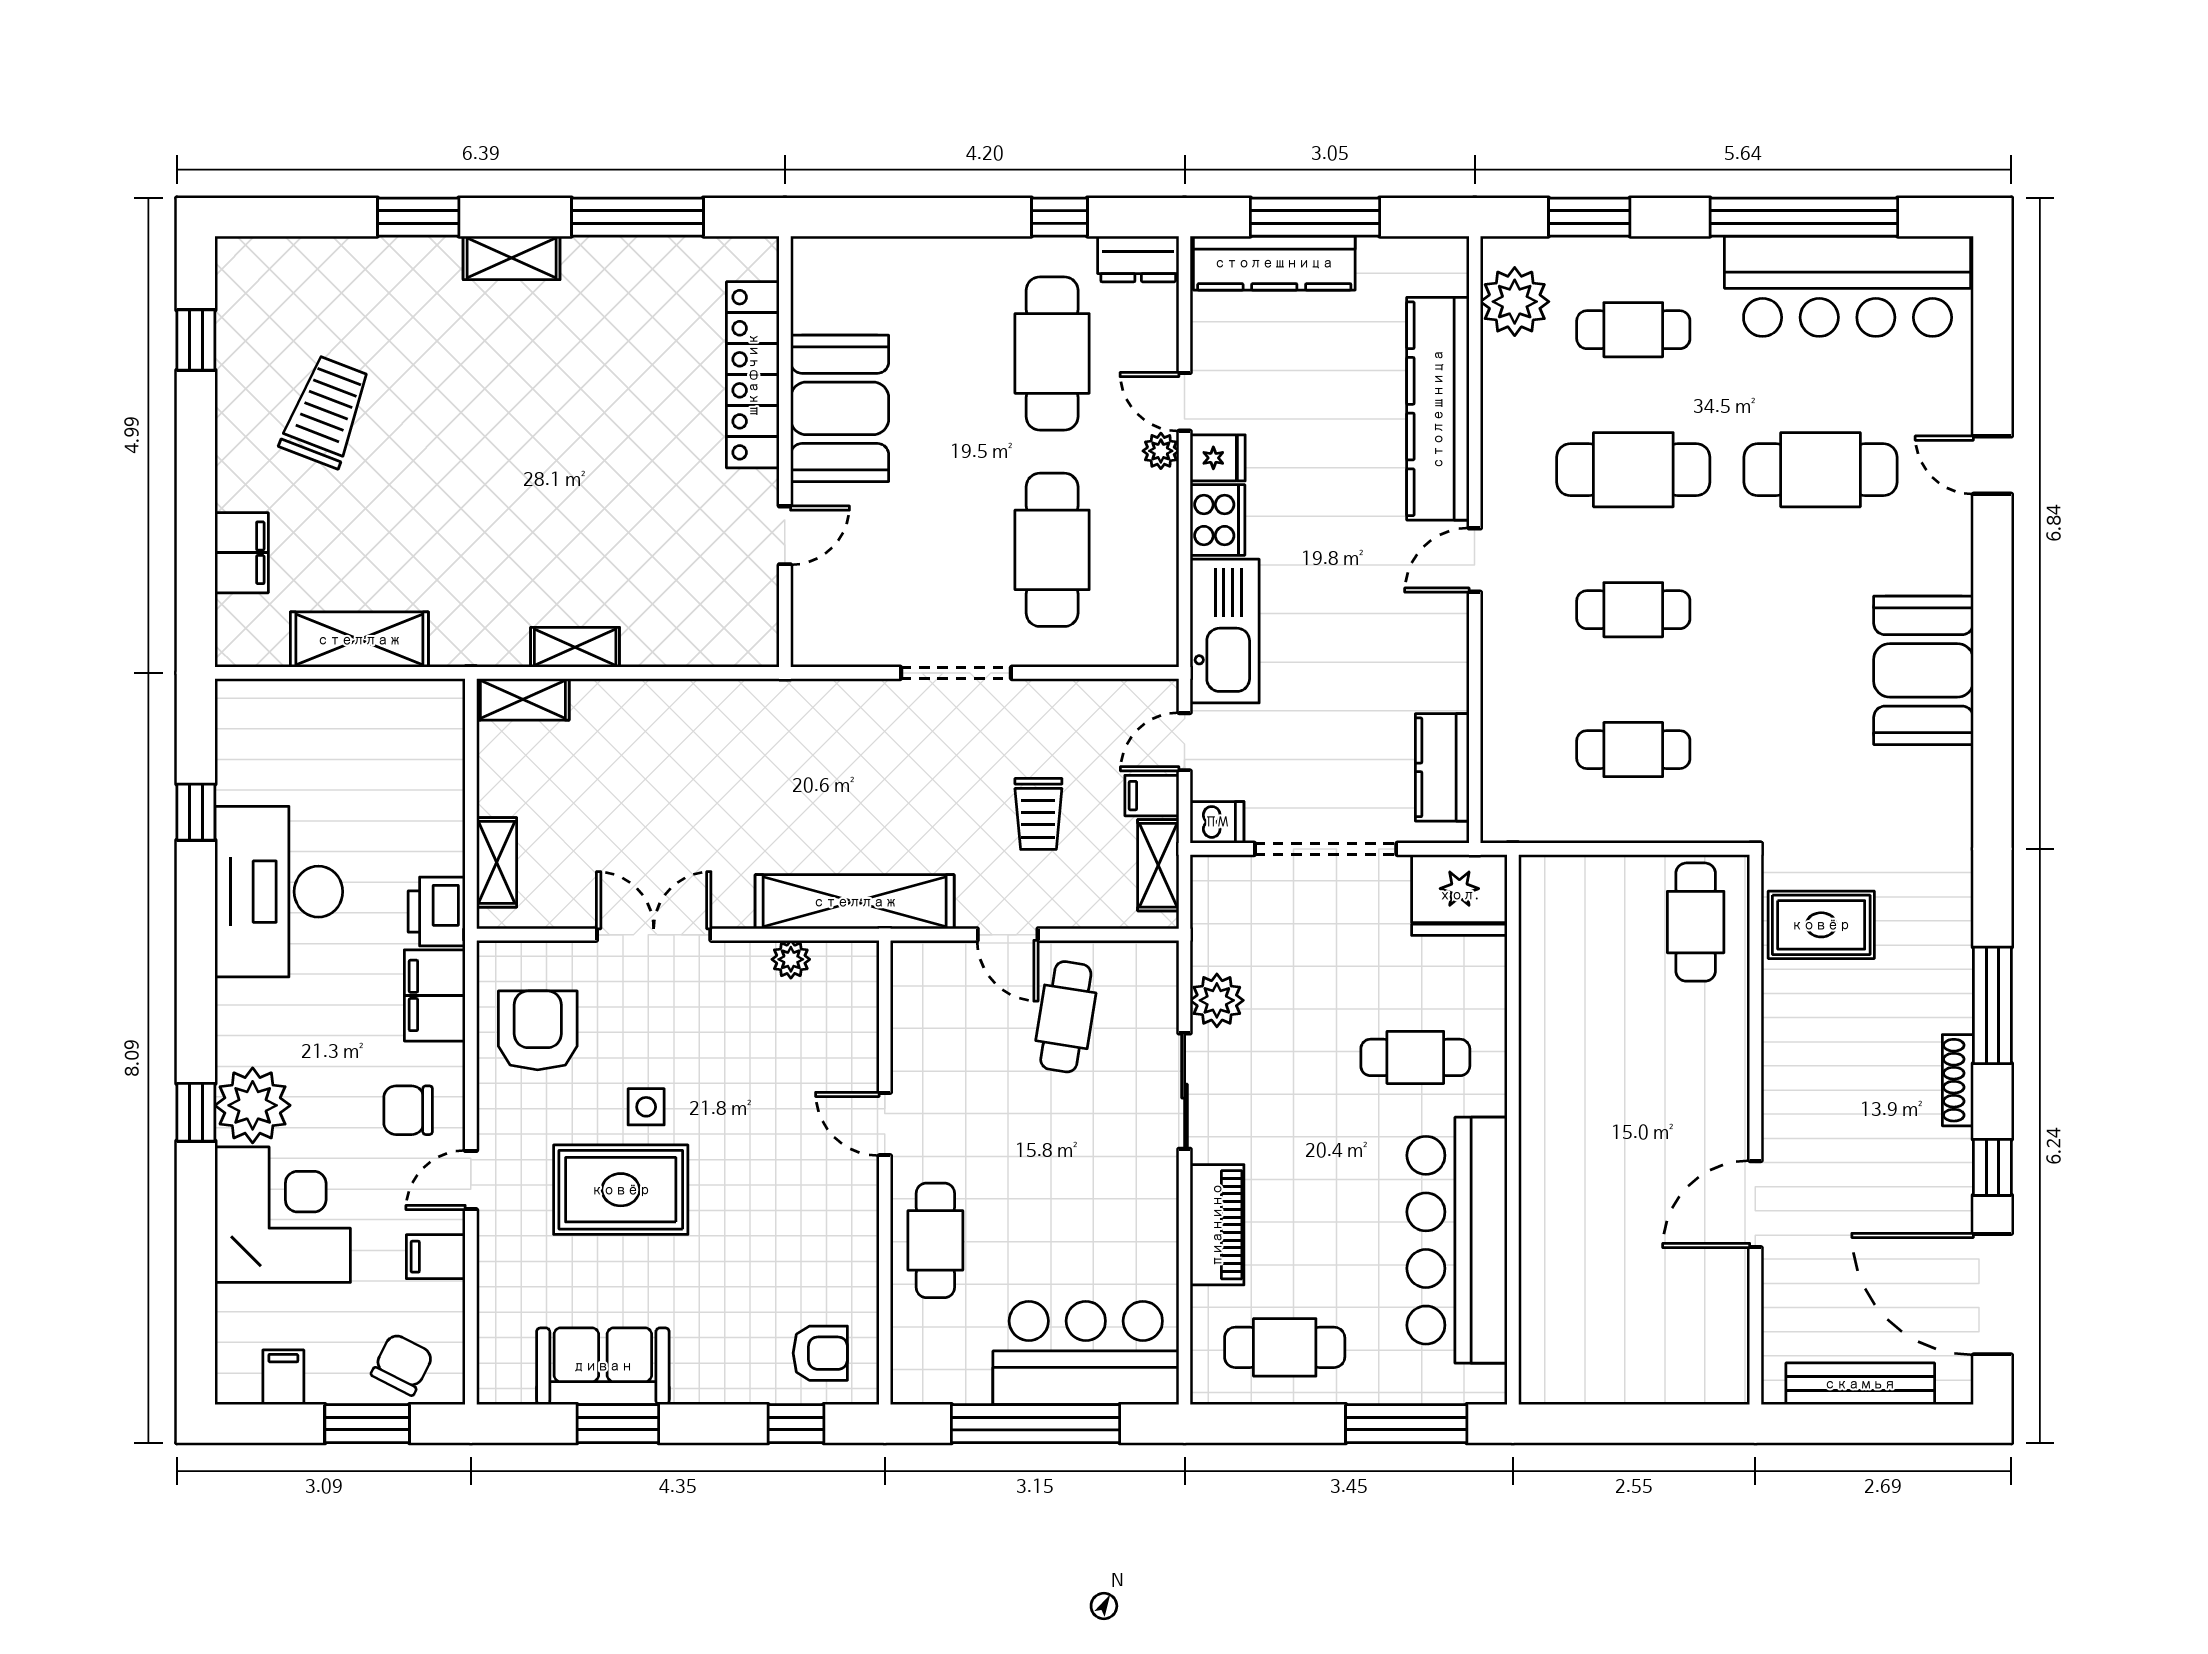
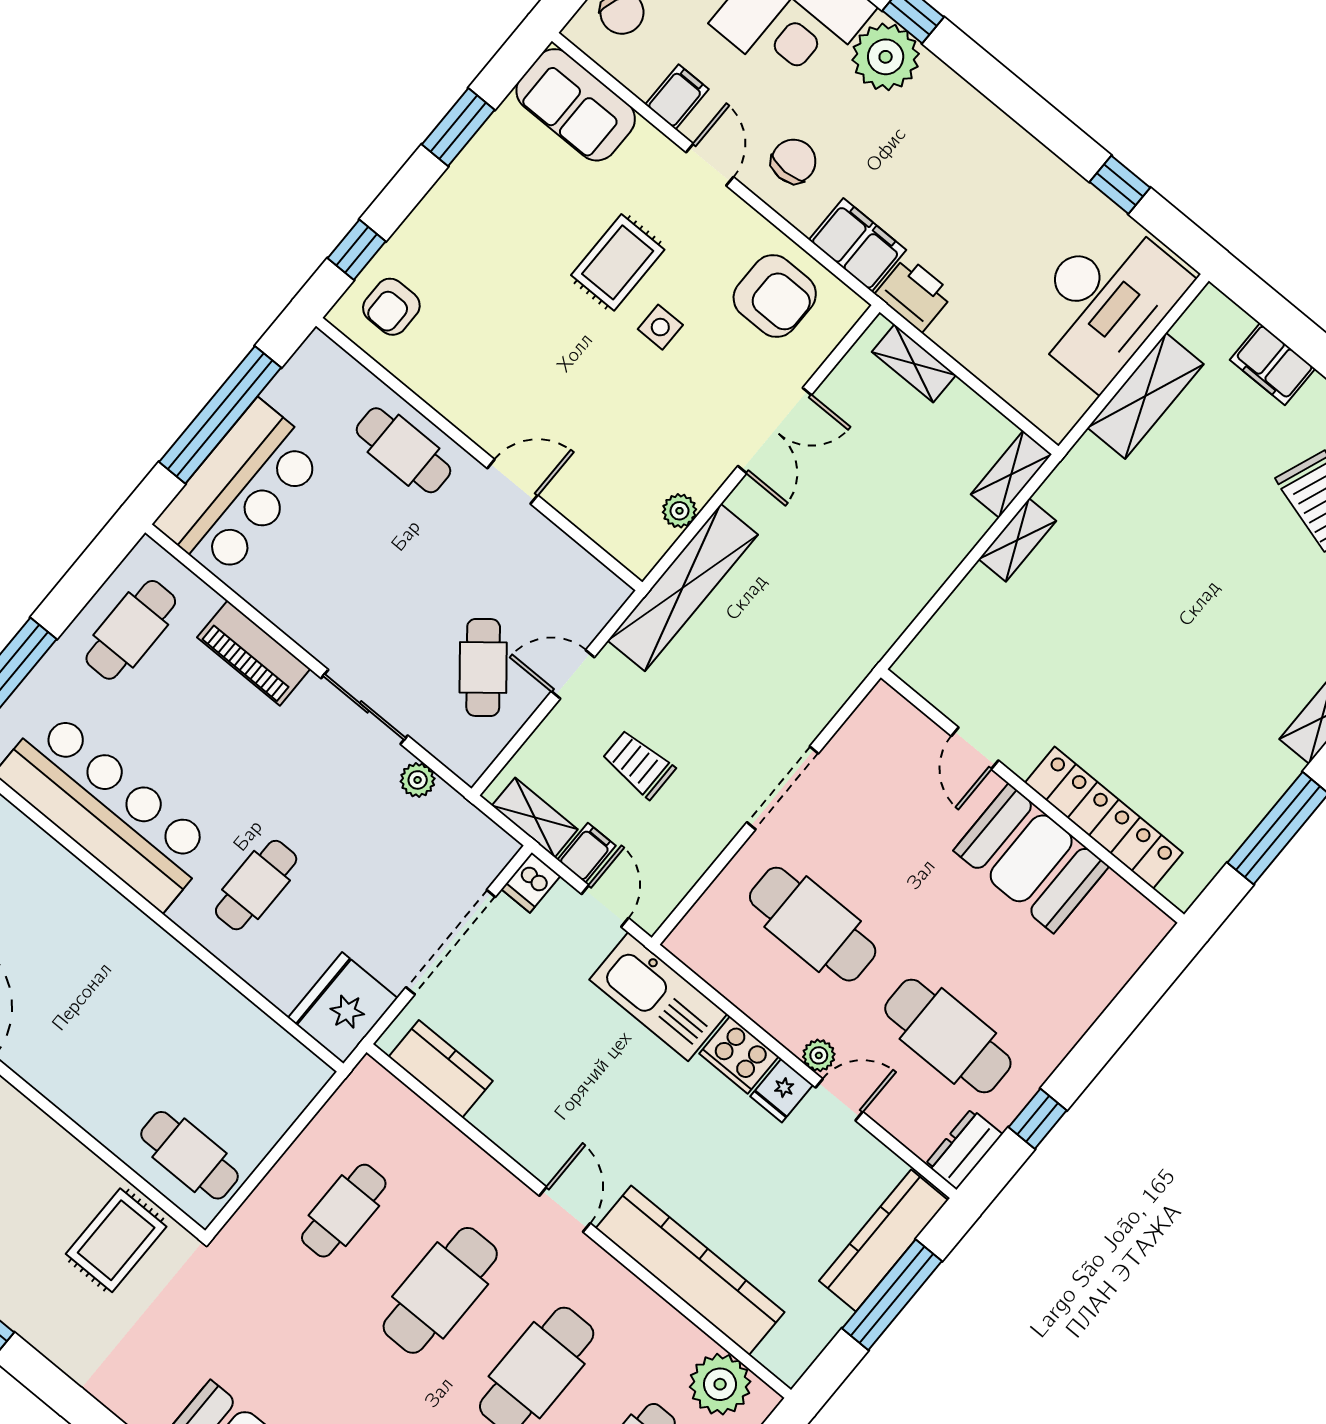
cafe table: (1633, 610) -> (440, 1290), width x1.37, depth x1.35
desk: (279, 892) -> (1104, 301), moved, turned 90
plant: (1217, 1000) -> (418, 780), width x0.73, depth x0.73
cafe table: (1066, 1017) -> (483, 667), turned 42
rug: (621, 1190) -> (618, 262), width x0.73, depth x0.70
sofa: (603, 1366) -> (576, 105), moved, turned 90

